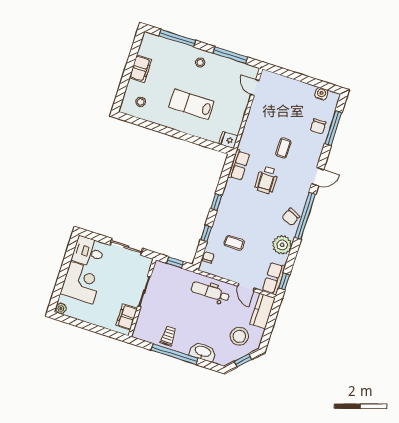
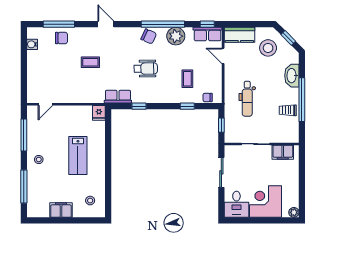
wheelchair: (267, 180) -> (146, 69), moved
window: (216, 202) -> (139, 106), moved
window: (305, 216) -> (163, 24), moved
door: (246, 287) -> (223, 56), swing flipped
dental chair: (210, 292) -> (247, 99), moved

